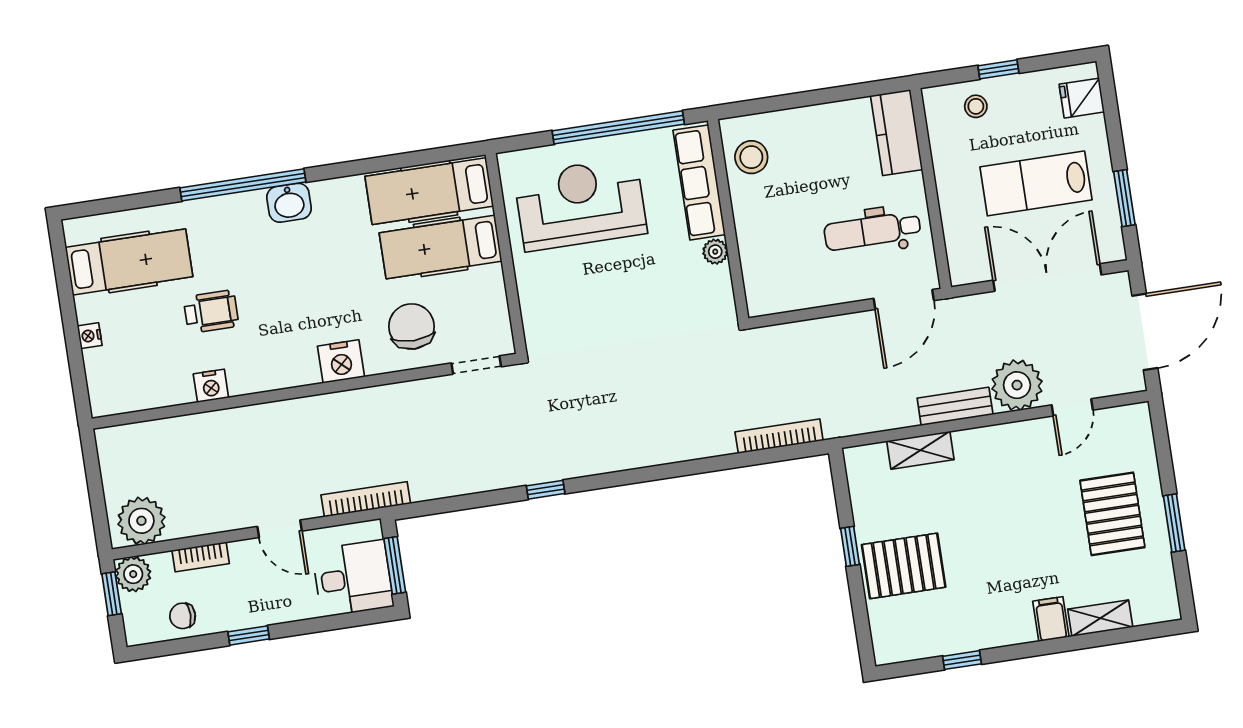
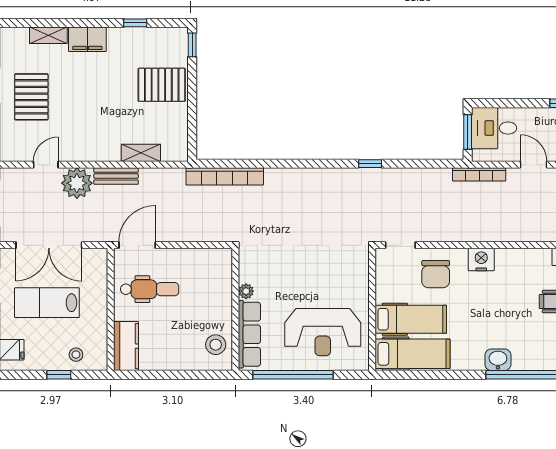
lab bench: (1036, 183) -> (47, 303), turned 180
bookcase: (779, 436) -> (225, 176), width x1.48, depth x1.31
window: (850, 546) -> (192, 45), moved
filing cabinet: (1051, 619) -> (87, 39), width x2.00

